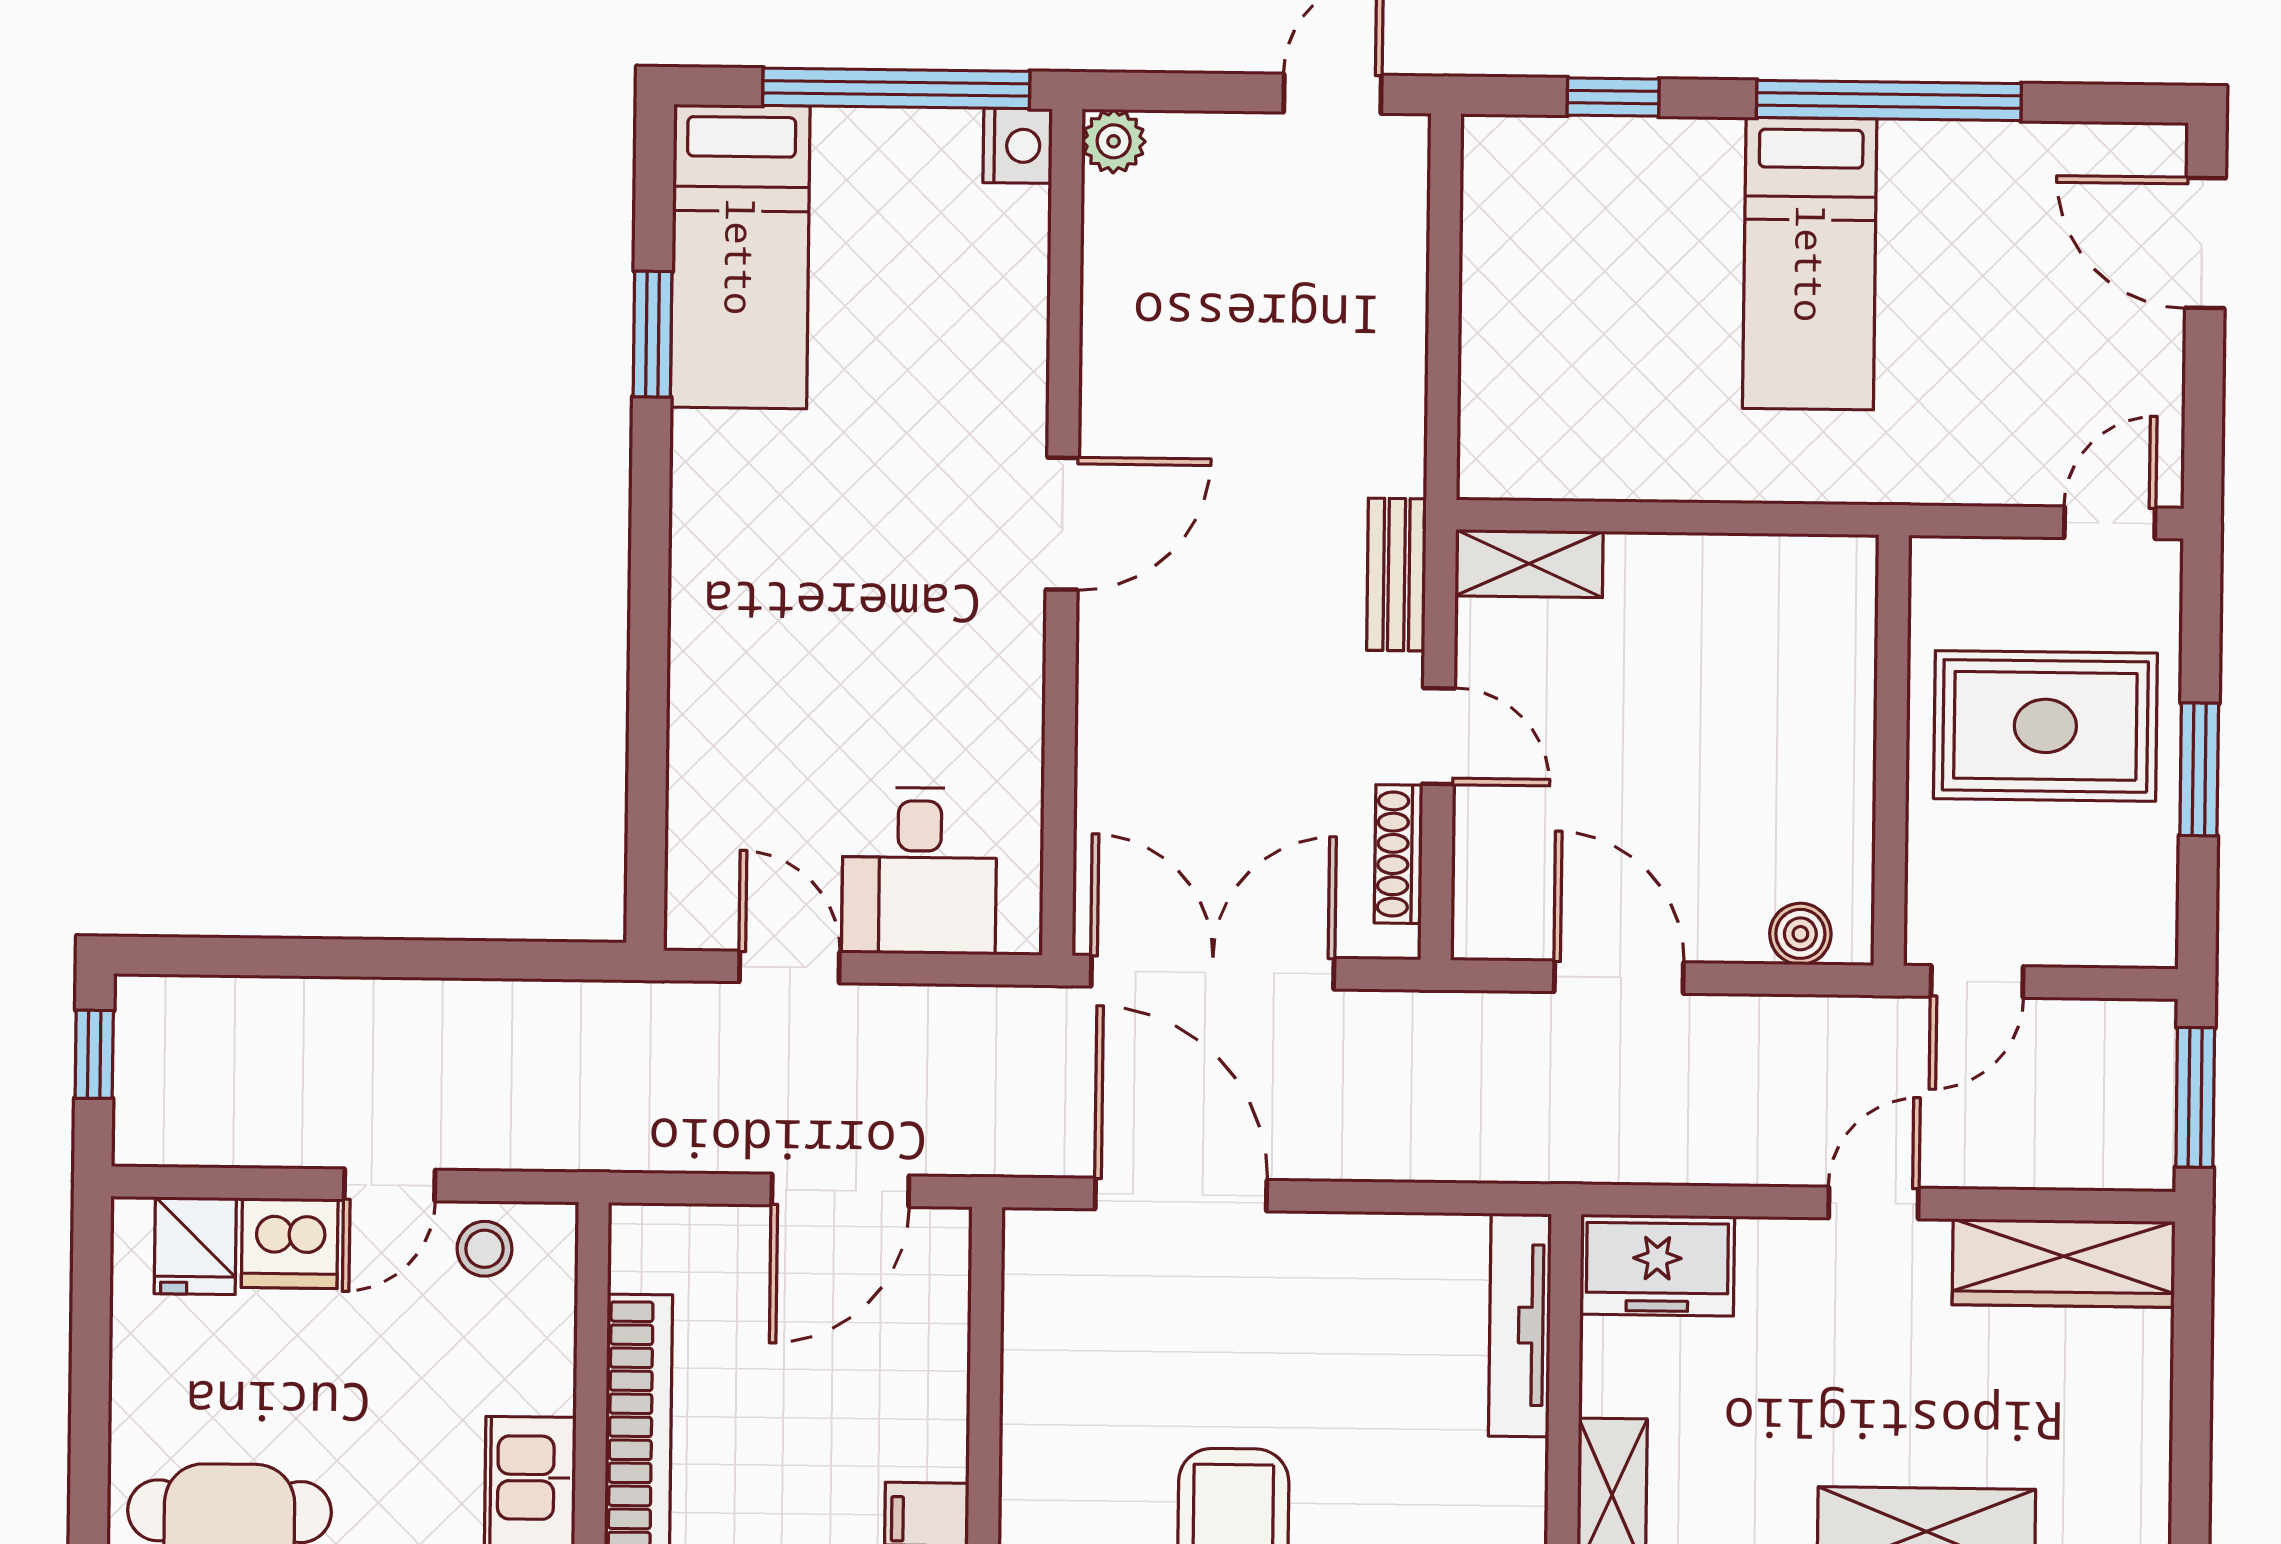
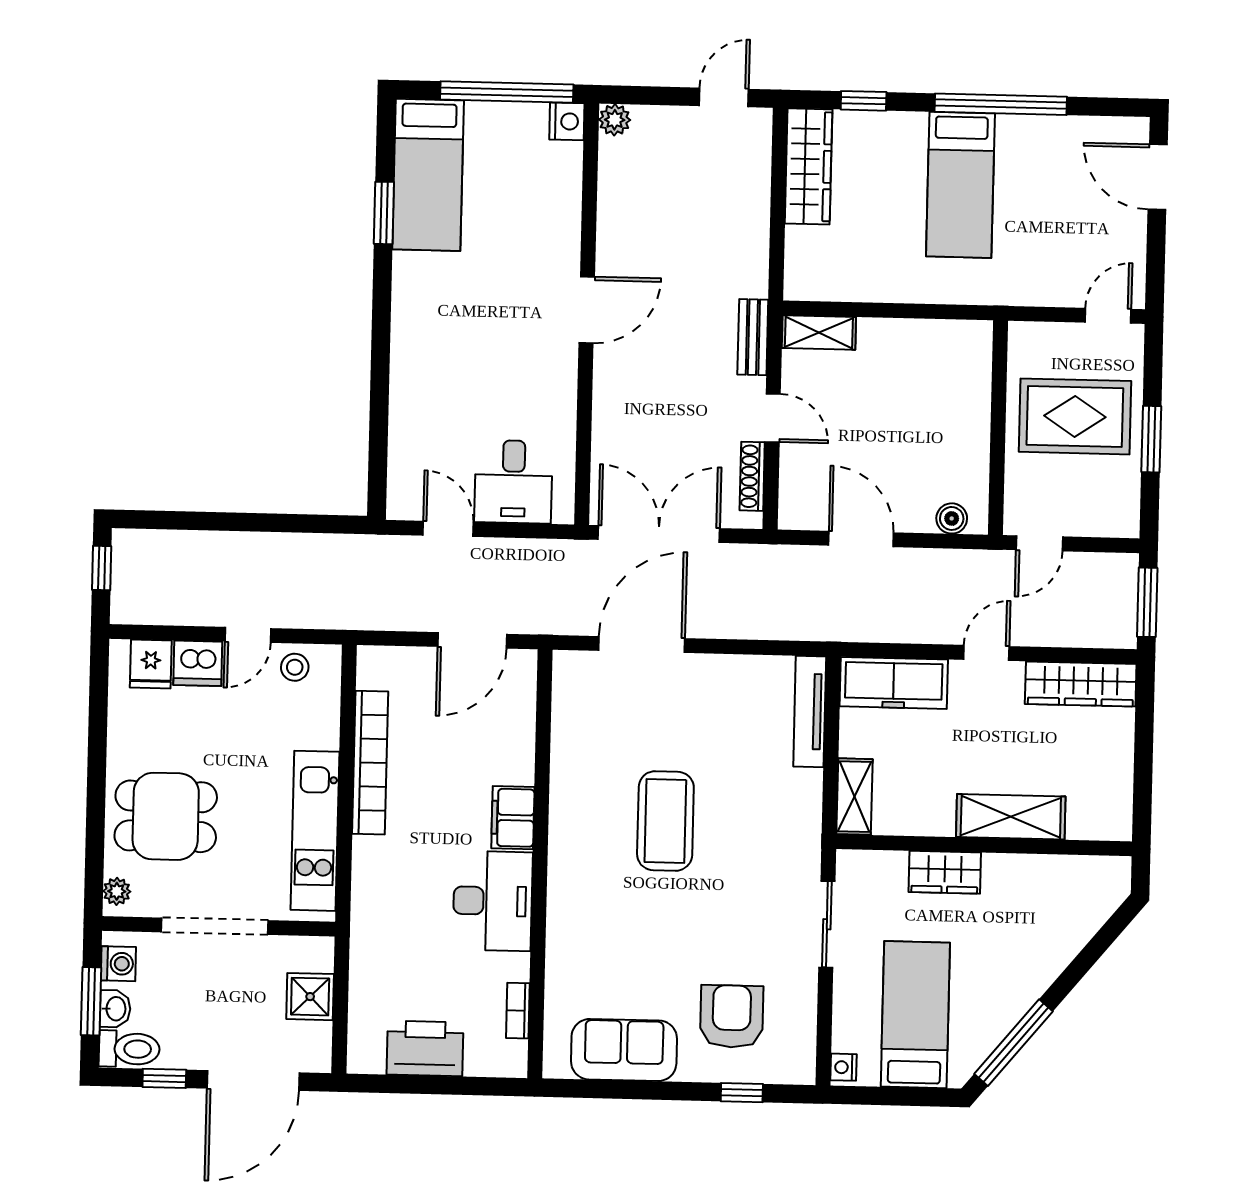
wardrobe: (1504, 230) -> (809, 166), added
door: (1181, 1195) -> (642, 645), hinge flipped
freezer: (1657, 1265) -> (894, 683), width x1.40

